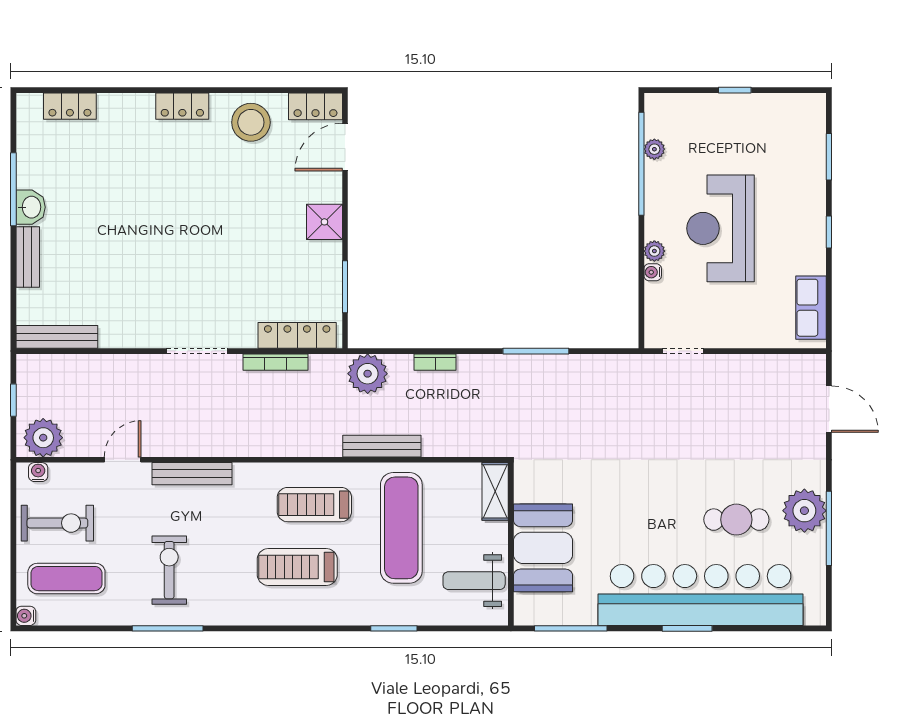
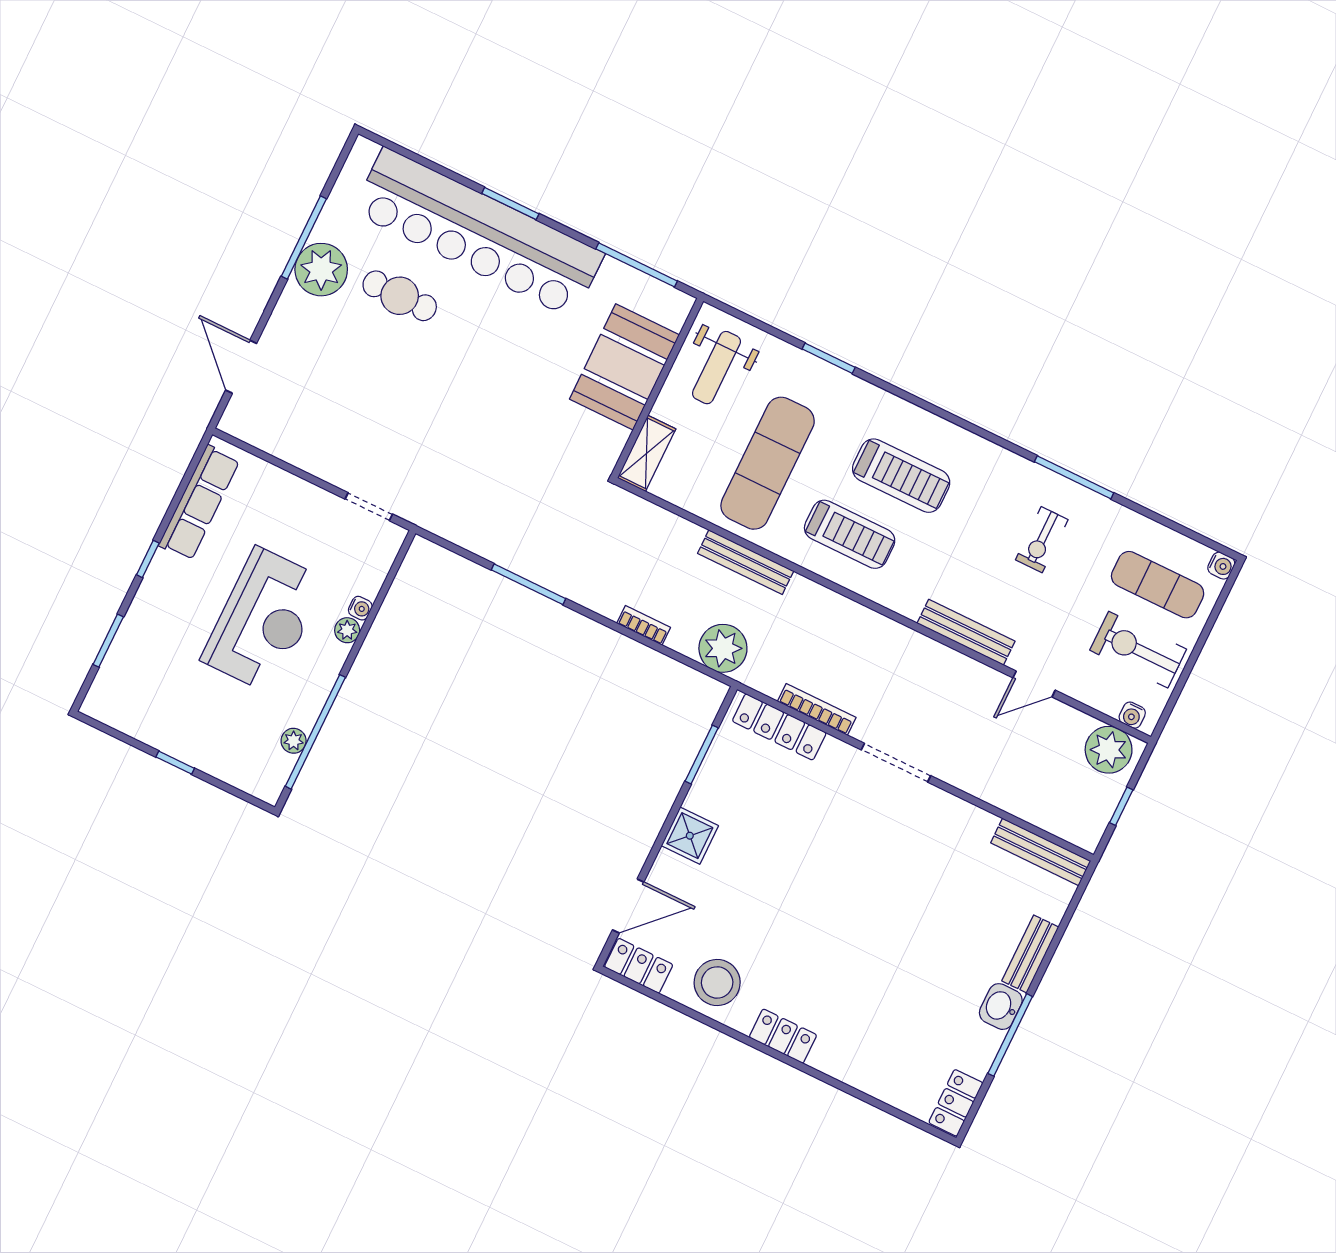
locker: (70, 106) -> (956, 1103), moved, turned -90
row of seats: (811, 308) -> (199, 503), width x1.48
exercise bike: (169, 570) -> (1042, 540), width x0.73, depth x0.72
weight bench: (474, 581) -> (716, 368), turned 90

